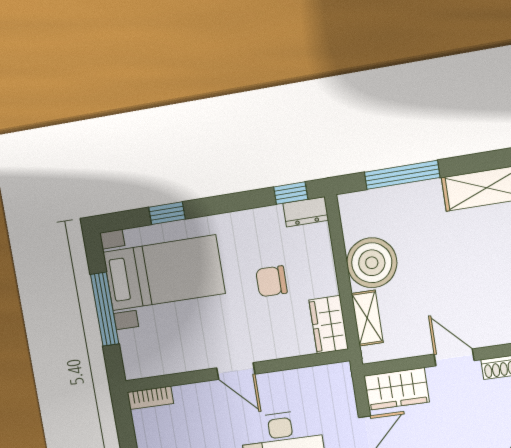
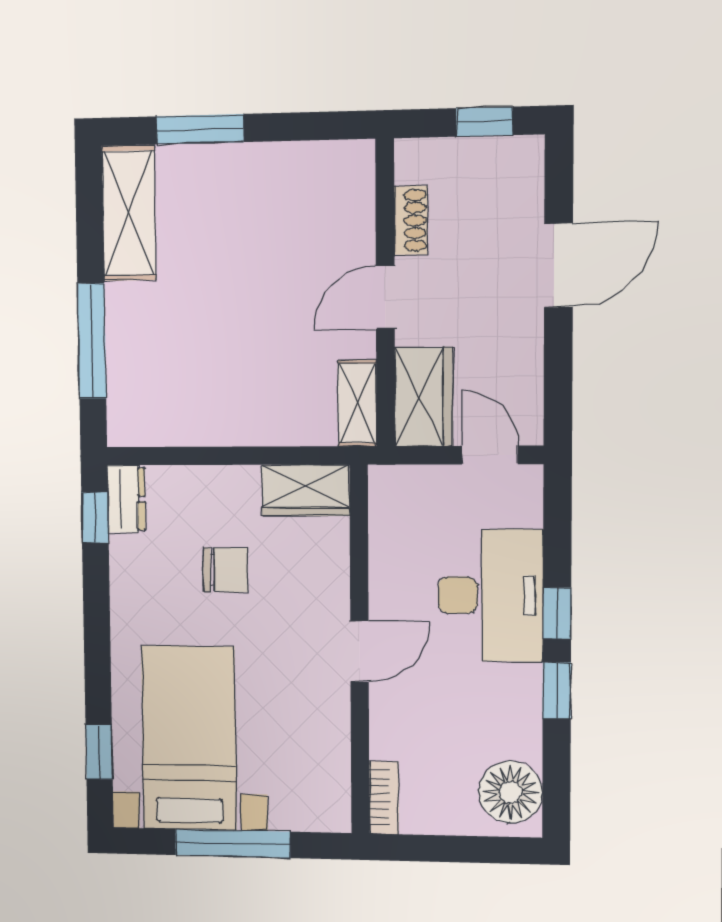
window: (167, 213) -> (99, 752), moved
boiler: (372, 263) -> (219, 407), removed
chair: (272, 281) -> (225, 570), turned -90
shelving: (367, 318) -> (357, 403), moved, turned 90

